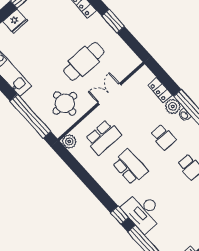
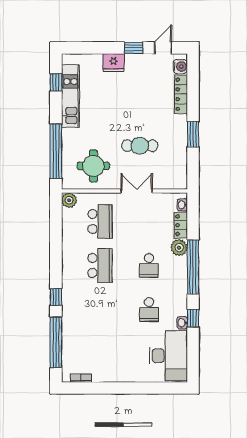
cafe table: (84, 61) -> (140, 146), width x0.73, depth x0.74
washbasin: (184, 115) -> (182, 205), moved
school desk: (103, 137) -> (100, 221), turned -90
desk: (143, 211) -> (78, 311), removed

